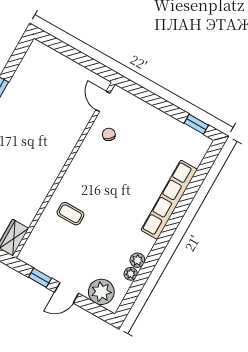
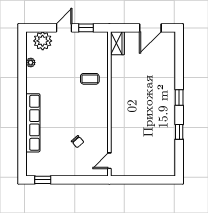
door: (103, 102) -> (109, 161), swing flipped
chair: (109, 134) -> (78, 142), moved
plant: (137, 260) -> (31, 74), removed

